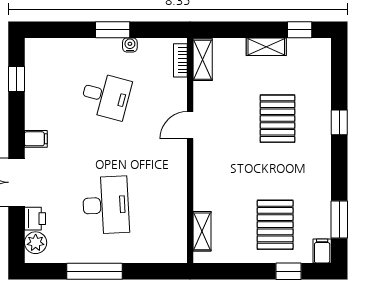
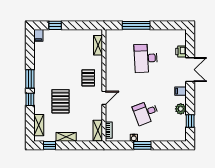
shelving: (321, 70) -> (39, 125), added
desk: (106, 96) -> (146, 113), turned -36
window: (339, 220) -> (30, 79), moved
pallet: (275, 225) -> (88, 78), moved, width x0.67, depth x0.71
plant: (36, 243) -> (181, 109), moved
window: (94, 271) -> (136, 25), moved

